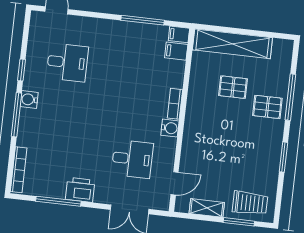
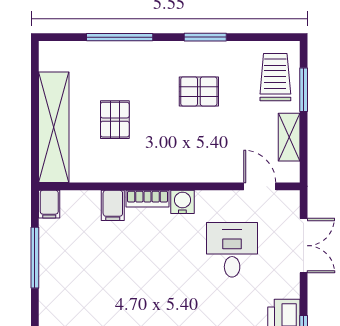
filing cabinet: (176, 51) -> (113, 205), moved
pallet: (267, 107) -> (199, 91), moved, turned 90

